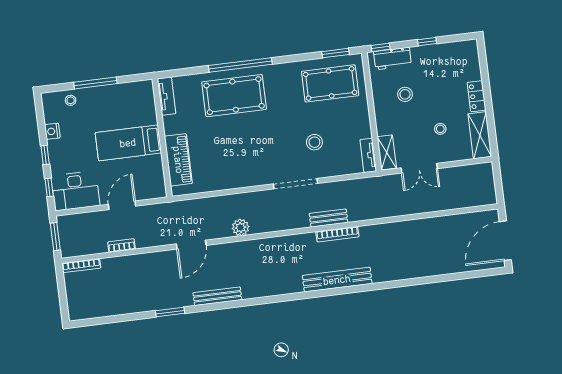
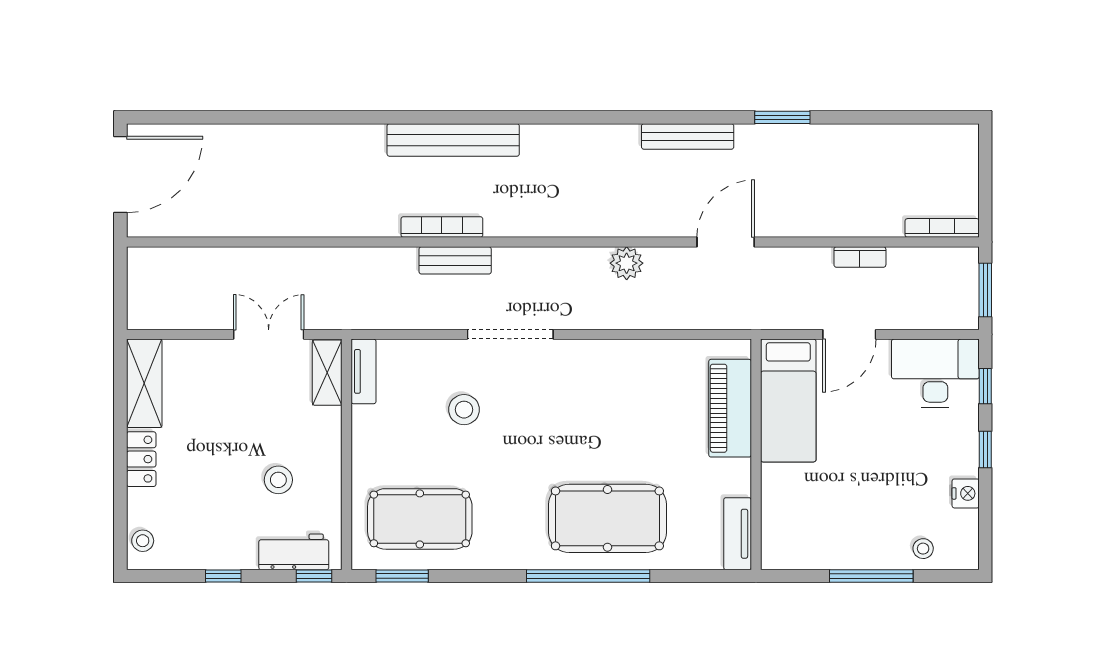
stool: (440, 129) -> (143, 541), moved
bed: (128, 143) -> (788, 401), moved, turned 90

